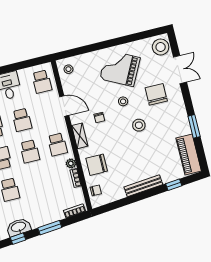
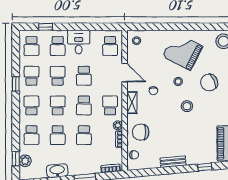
chair: (156, 94) -> (209, 83), turned -115
school desk: (57, 144) -> (110, 105), turned 180
school desk: (37, 183) -> (84, 135), added
bench: (143, 186) -> (173, 162), width x0.73

